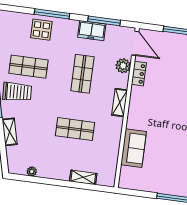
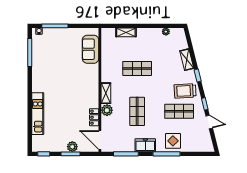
freezer: (92, 31) -> (145, 145), moved
plant: (172, 39) -> (72, 147), added
plant: (123, 66) -> (107, 110), moved
sofa: (134, 148) -> (91, 49), moved

